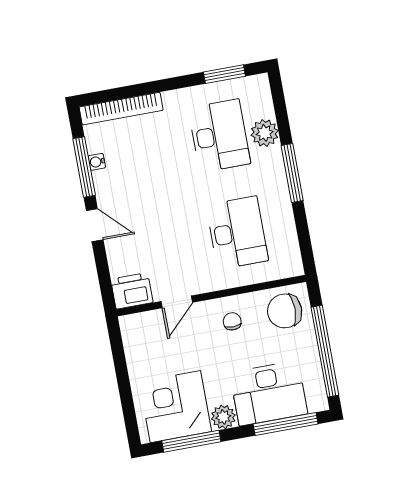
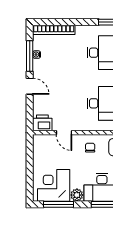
door: (177, 302) -> (64, 133), hinge flipped

